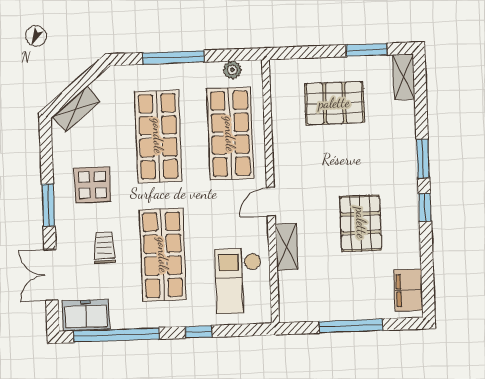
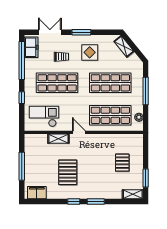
pallet: (334, 103) -> (122, 163), width x0.67, depth x0.71
pallet: (361, 223) -> (68, 172), turned 90

